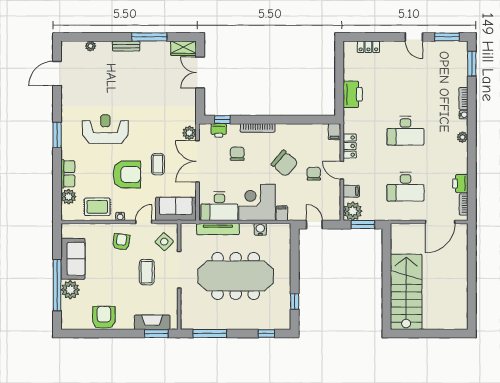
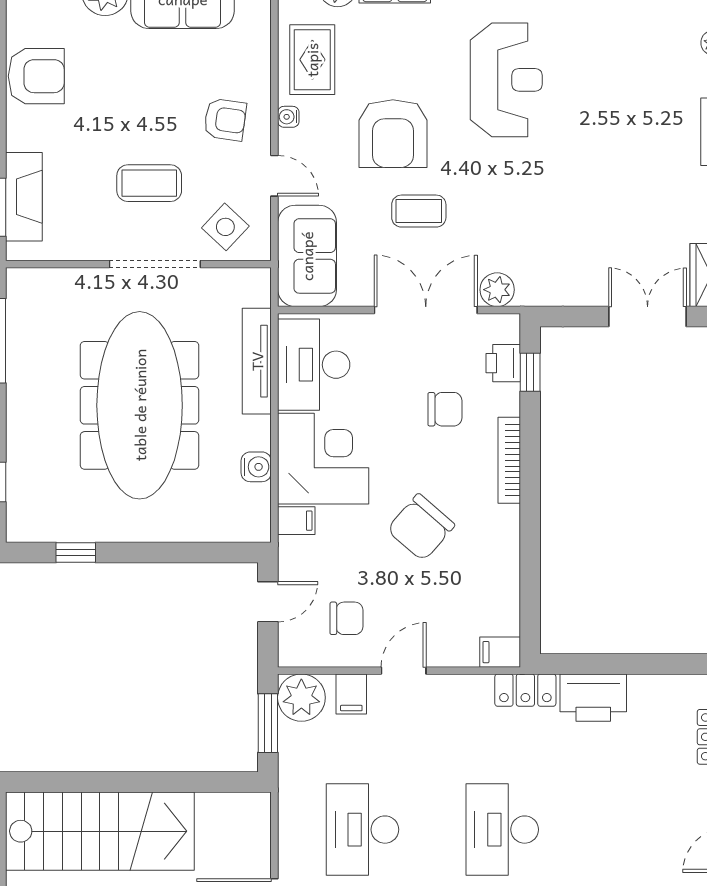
locker: (350, 146) -> (525, 690), moved
chair: (314, 174) -> (346, 618), moved

